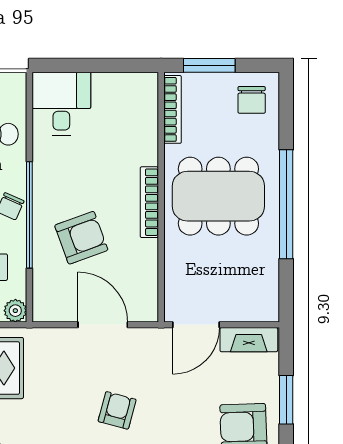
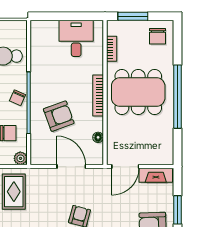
desk: (61, 104) -> (76, 38), moved
bookcase: (173, 109) -> (112, 49), width x0.64
floor lamp: (149, 274) -> (98, 137), added

